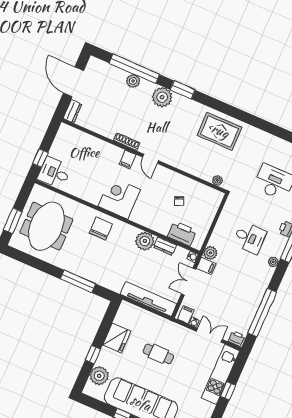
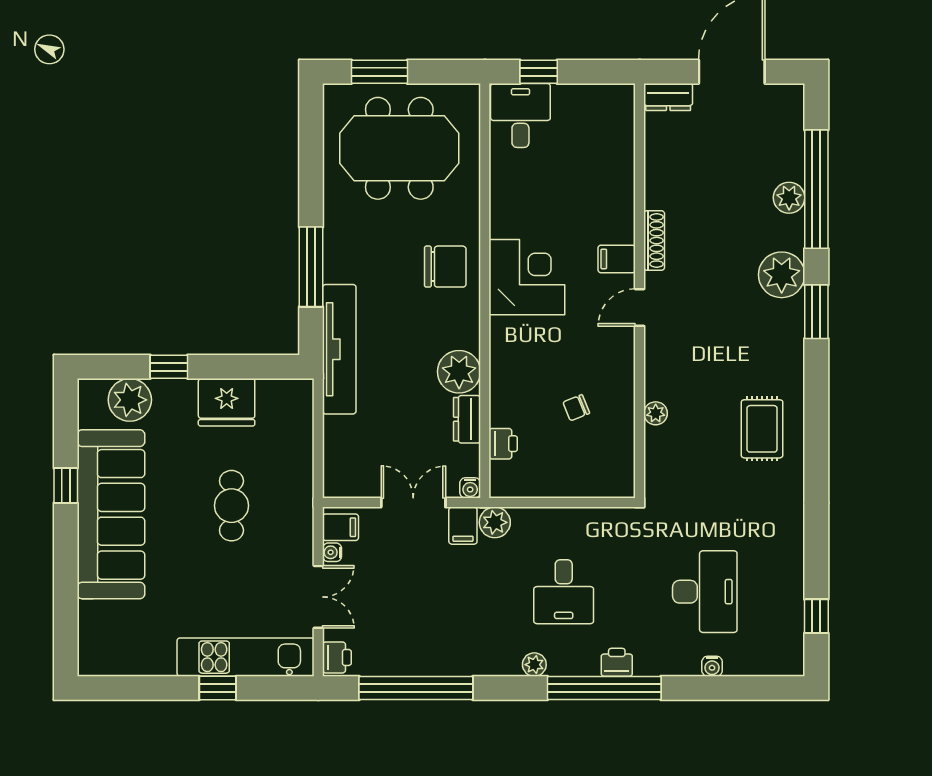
rug: (220, 131) -> (762, 429), width x0.73, depth x0.70
plant: (217, 180) -> (656, 413), moved
printer: (182, 233) -> (503, 444), width x0.53, depth x0.68
tv unit: (148, 299) -> (339, 349), moved

